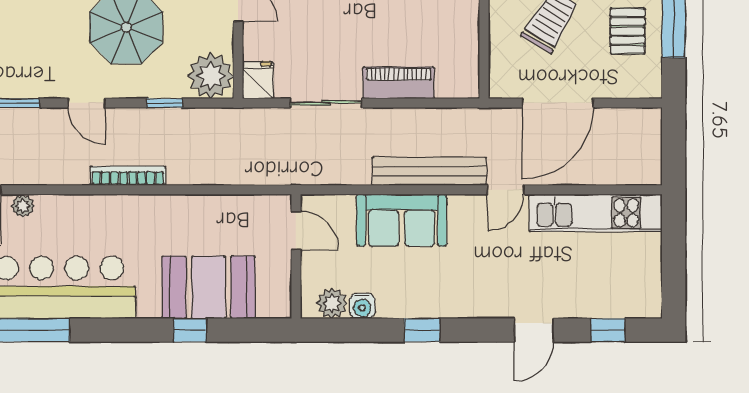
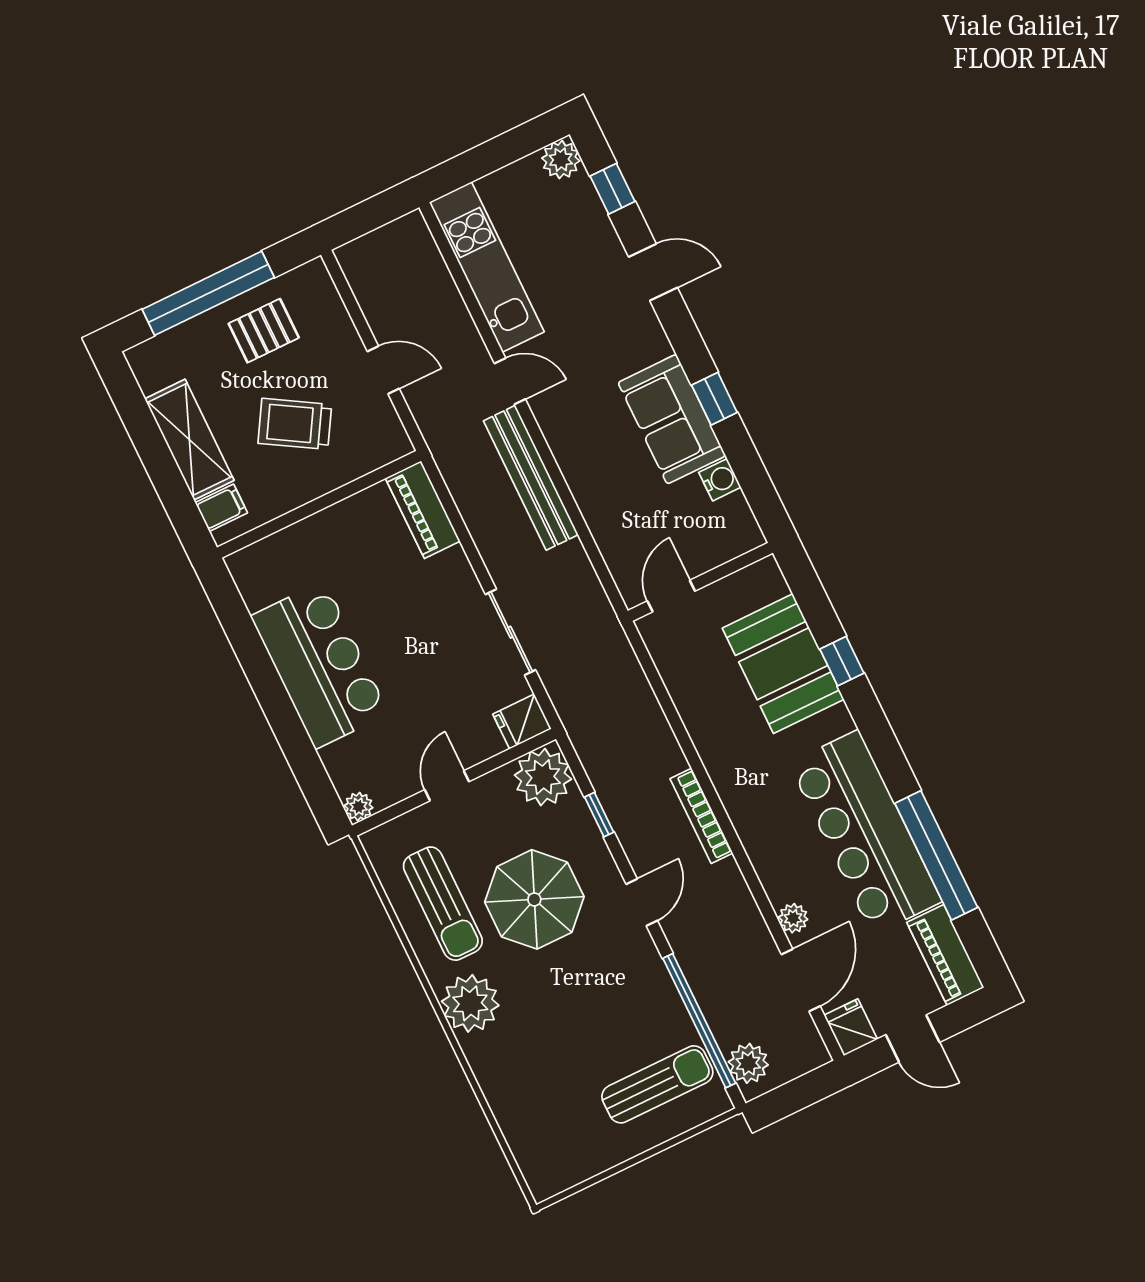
piano: (399, 83) -> (423, 510), moved
door: (558, 103) -> (383, 370), width x0.53
sofa: (402, 220) -> (672, 419), moved, turned 180
plant: (332, 303) -> (561, 160), moved

